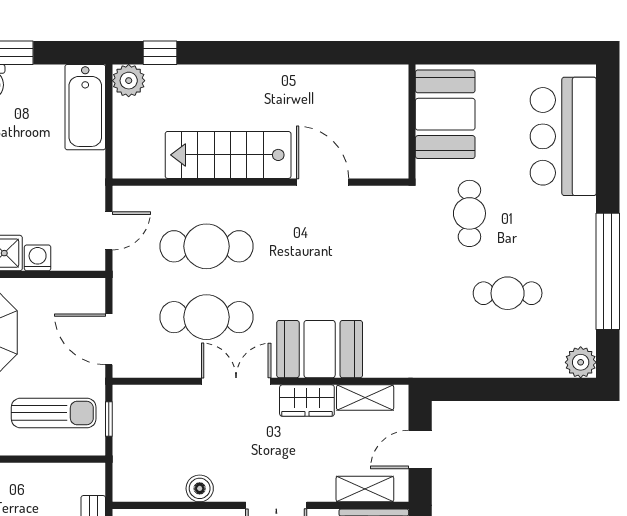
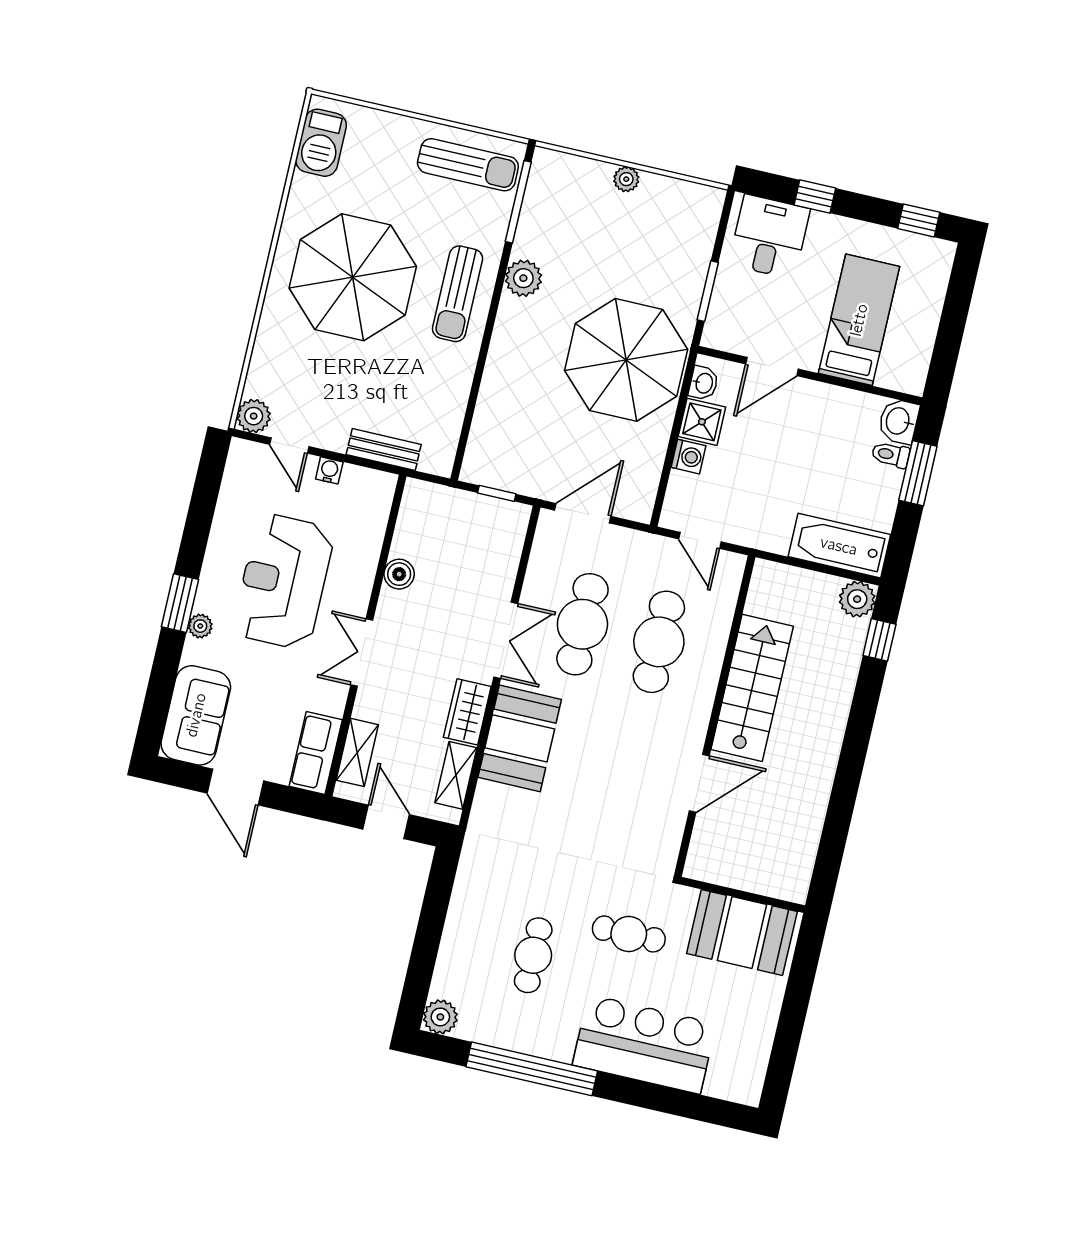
bar counter: (563, 136) -> (644, 1044), moved
sun lounger: (54, 413) -> (517, 435), removed

